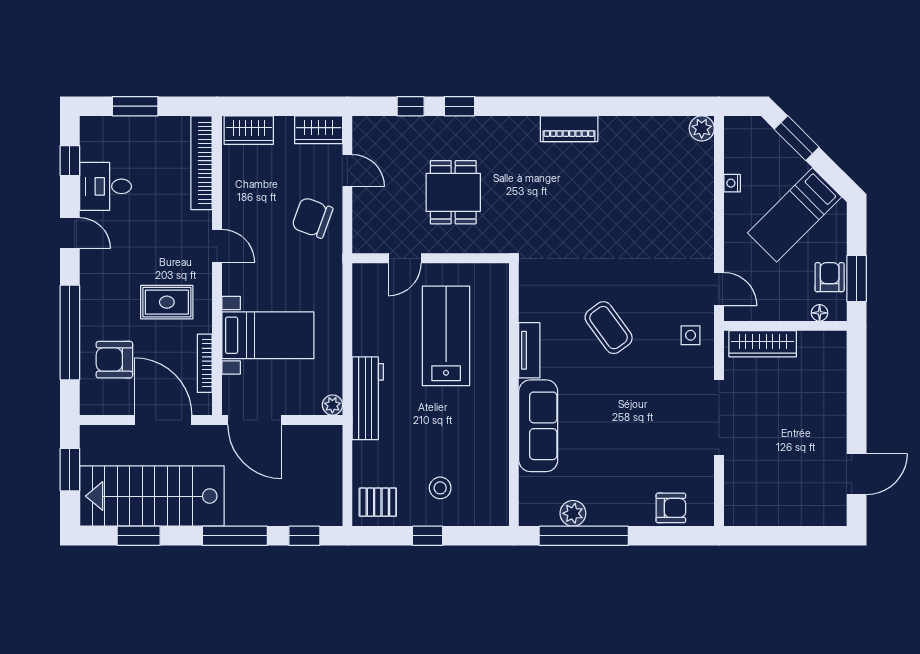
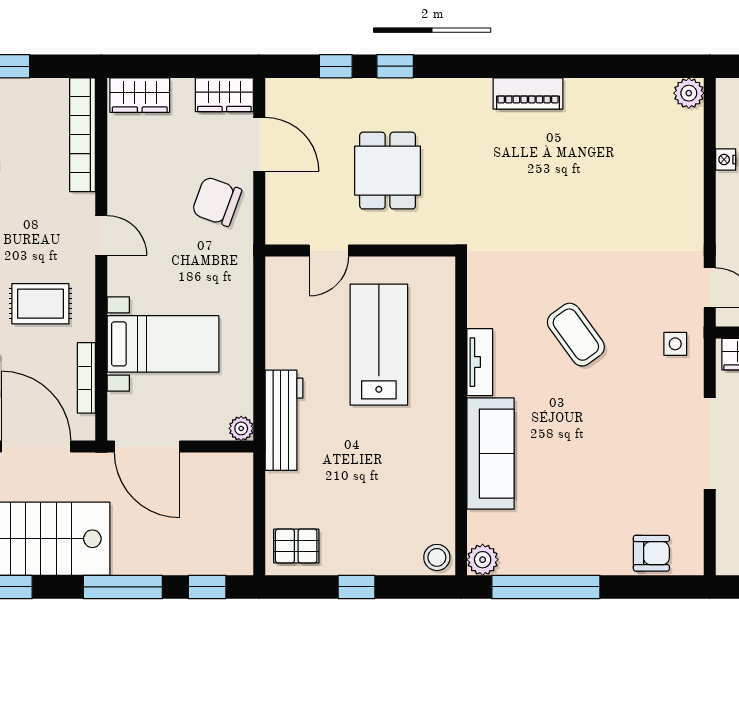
door: (347, 171) -> (259, 144), width x1.38
stool: (440, 488) -> (437, 557), moved
plant: (573, 513) -> (483, 560), moved

